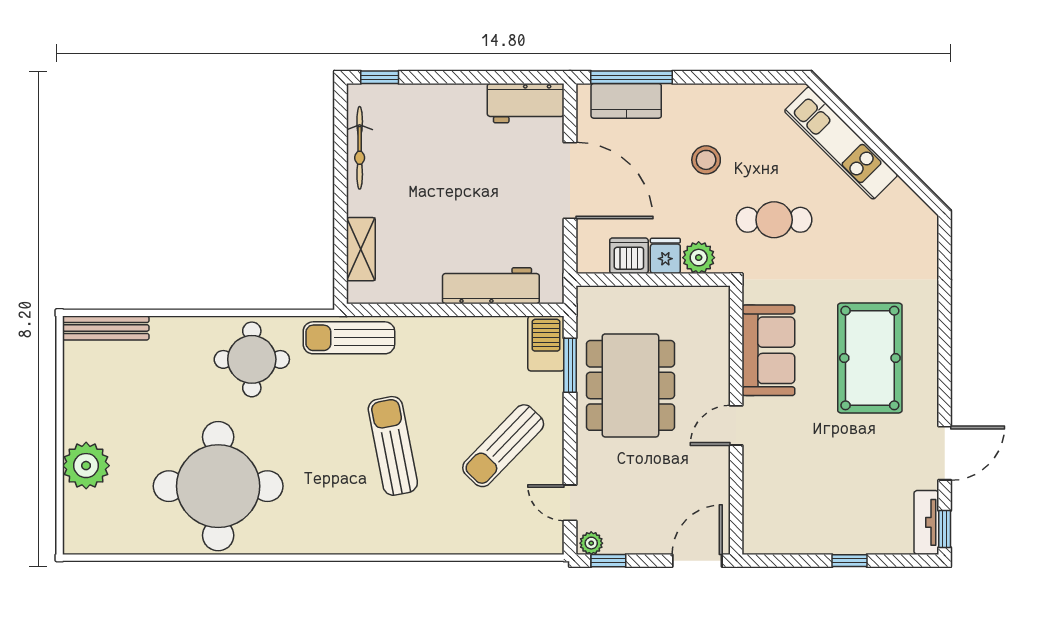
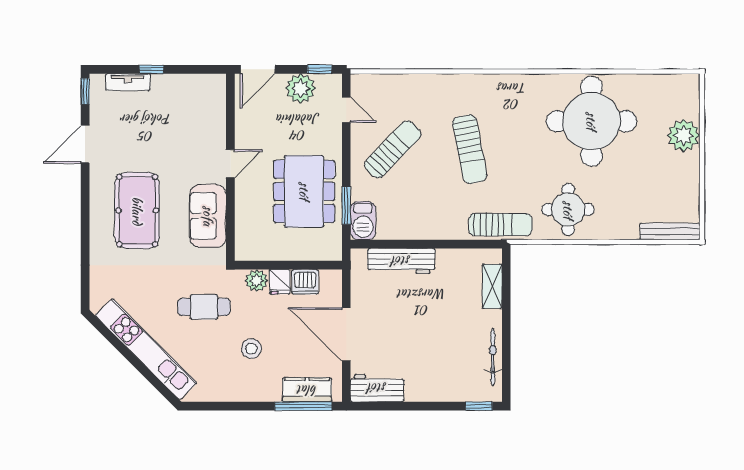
kitchen unit: (841, 143) -> (146, 349), width x1.36
tv unit: (926, 522) -> (128, 82), moved, turned 90
plant: (591, 543) -> (301, 88), moved, width x1.87, depth x1.87

